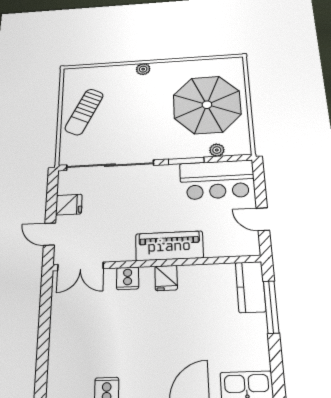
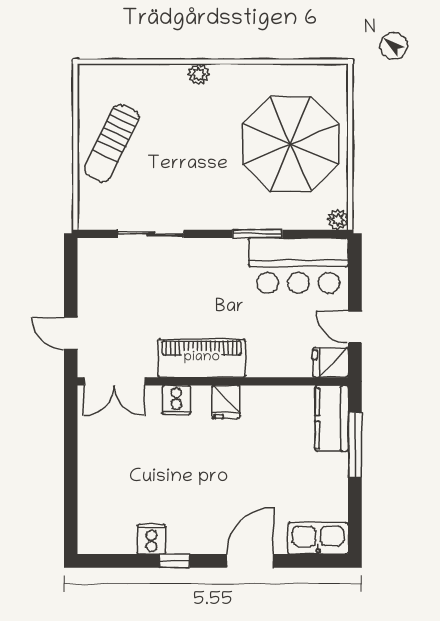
plant: (217, 150) -> (338, 220), moved
sliding door: (110, 165) -> (151, 234), width x0.54
fridge: (69, 205) -> (330, 362), moved, turned 180
piano: (169, 246) -> (202, 358), moved

